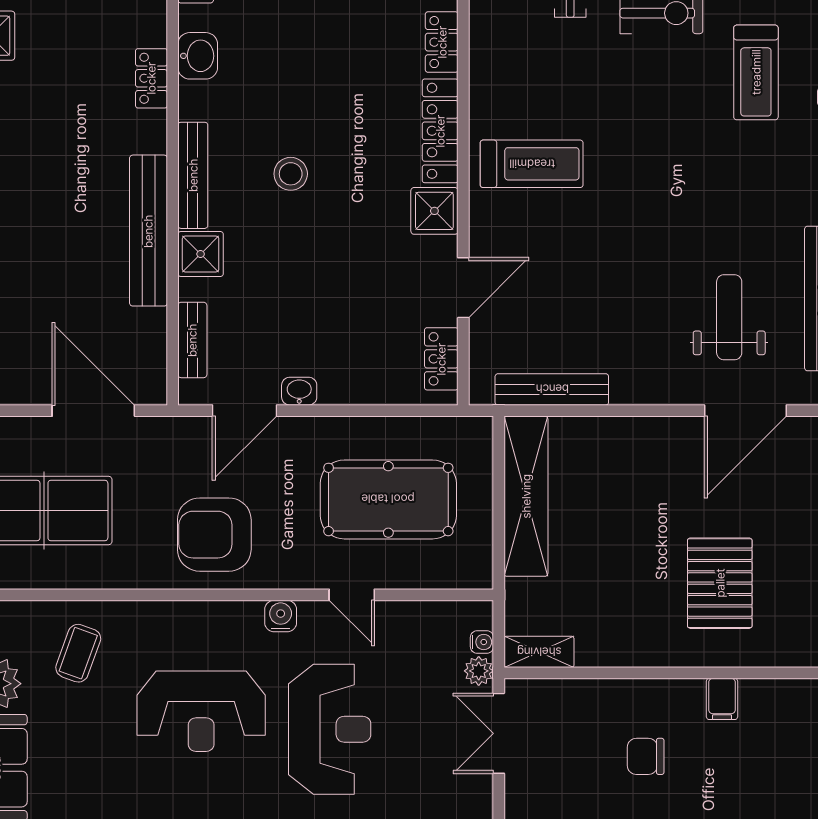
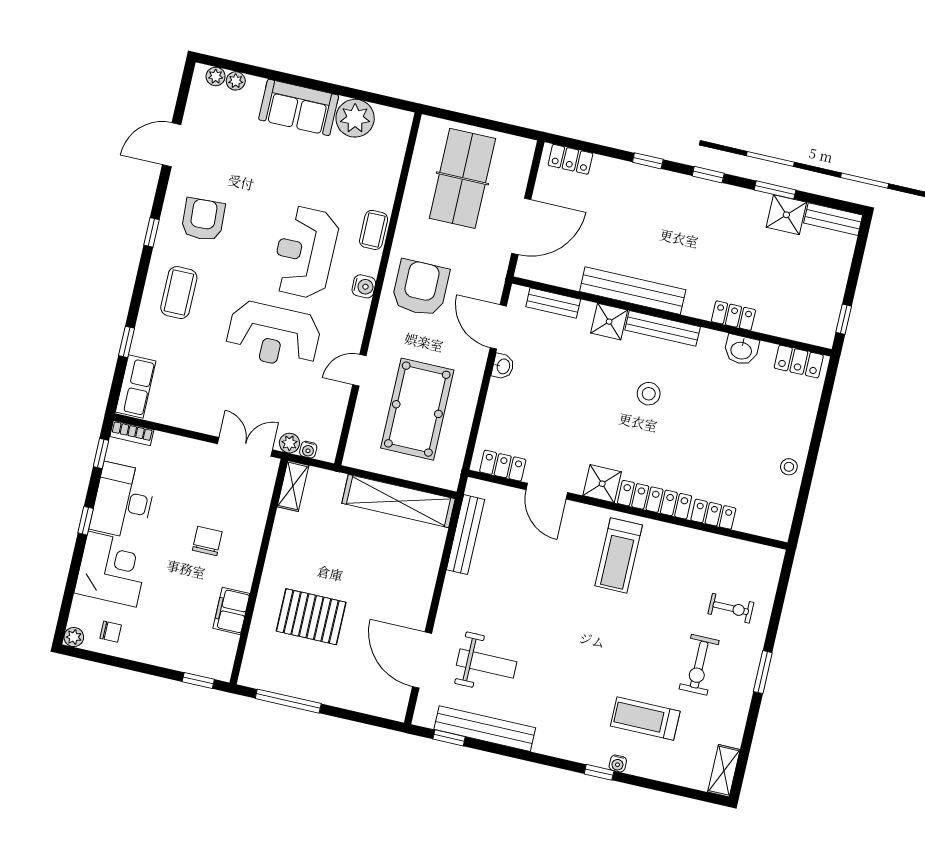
water cooler: (281, 616) -> (364, 286), moved
coffee table: (78, 653) -> (374, 230), moved, turned 70
filing cabinet: (722, 699) -> (231, 611), width x2.00

